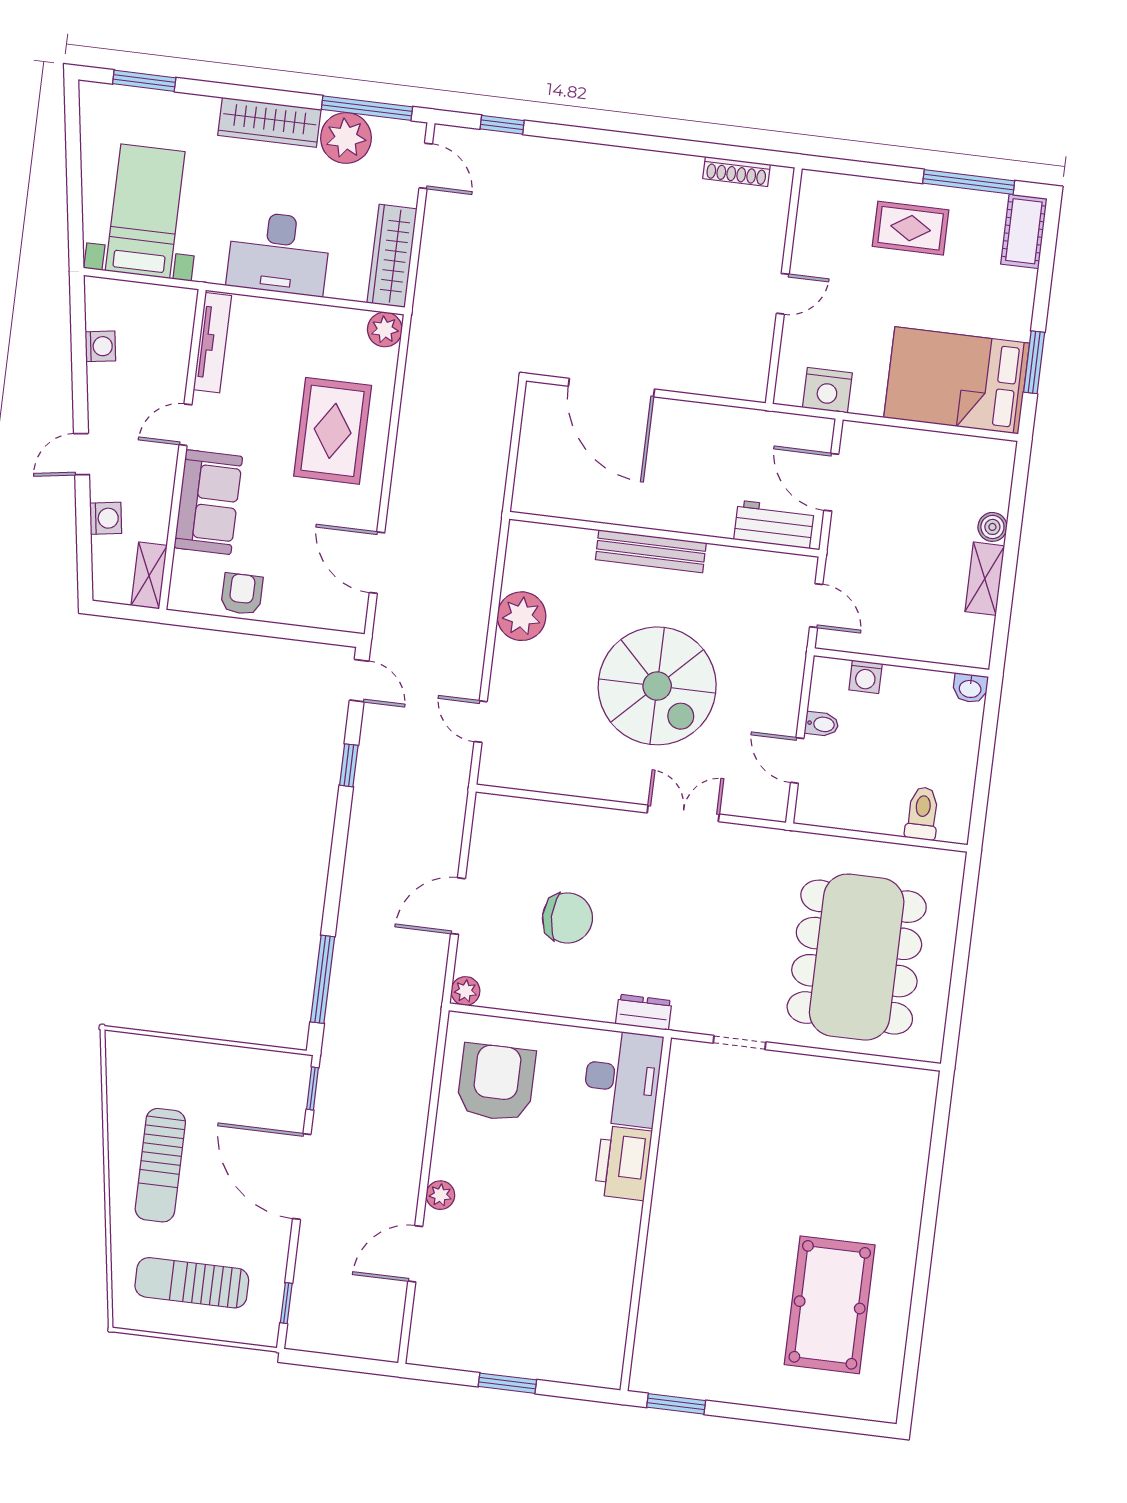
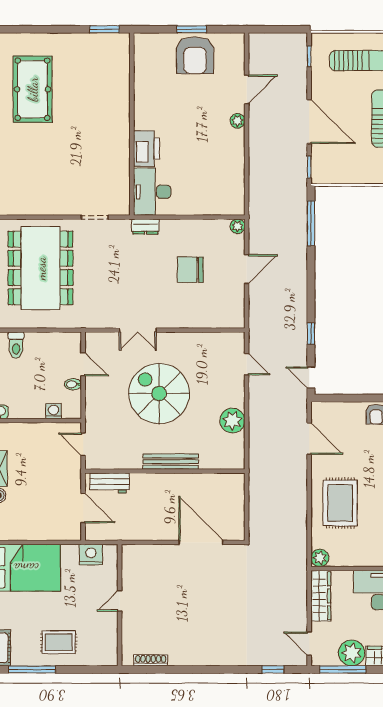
armchair: (496, 1082) -> (195, 55), moved

